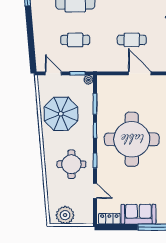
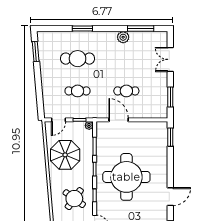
door: (53, 73) -> (59, 120), swing flipped
door: (140, 73) -> (119, 120), moved
round table: (71, 164) -> (74, 199), turned 36

